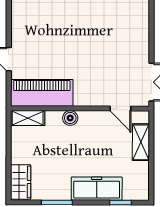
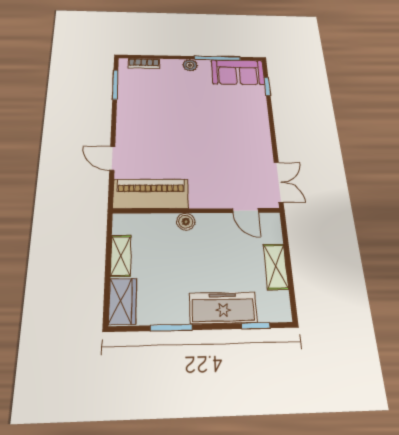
shelving: (28, 118) -> (121, 256), moved, turned 90
shelving: (141, 142) -> (276, 266), moved

